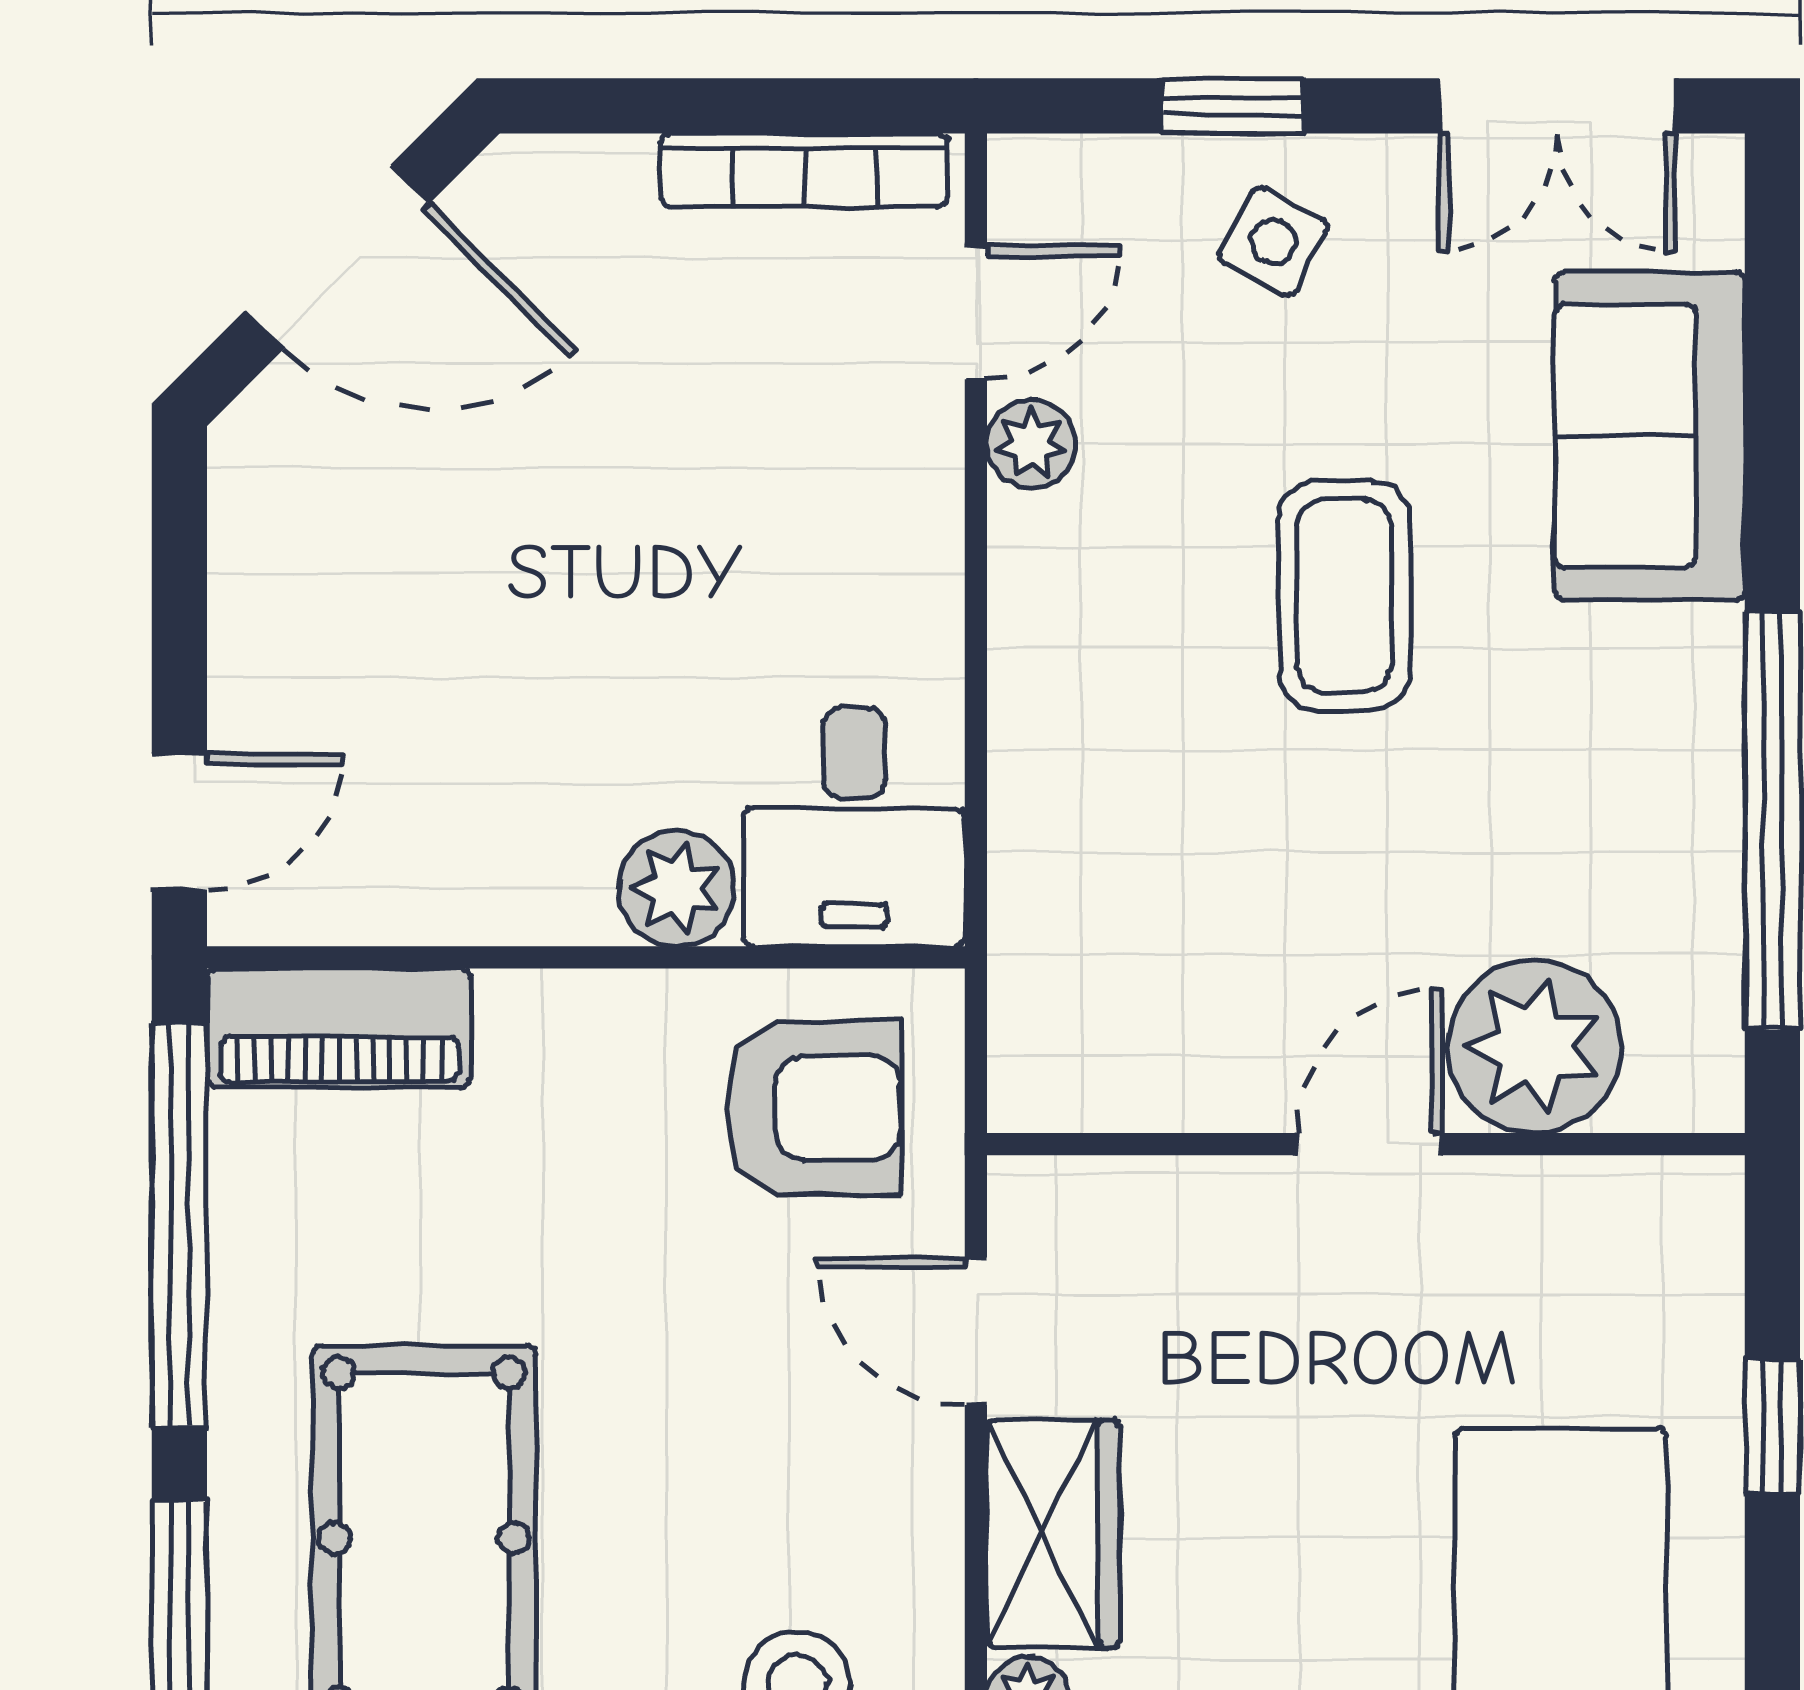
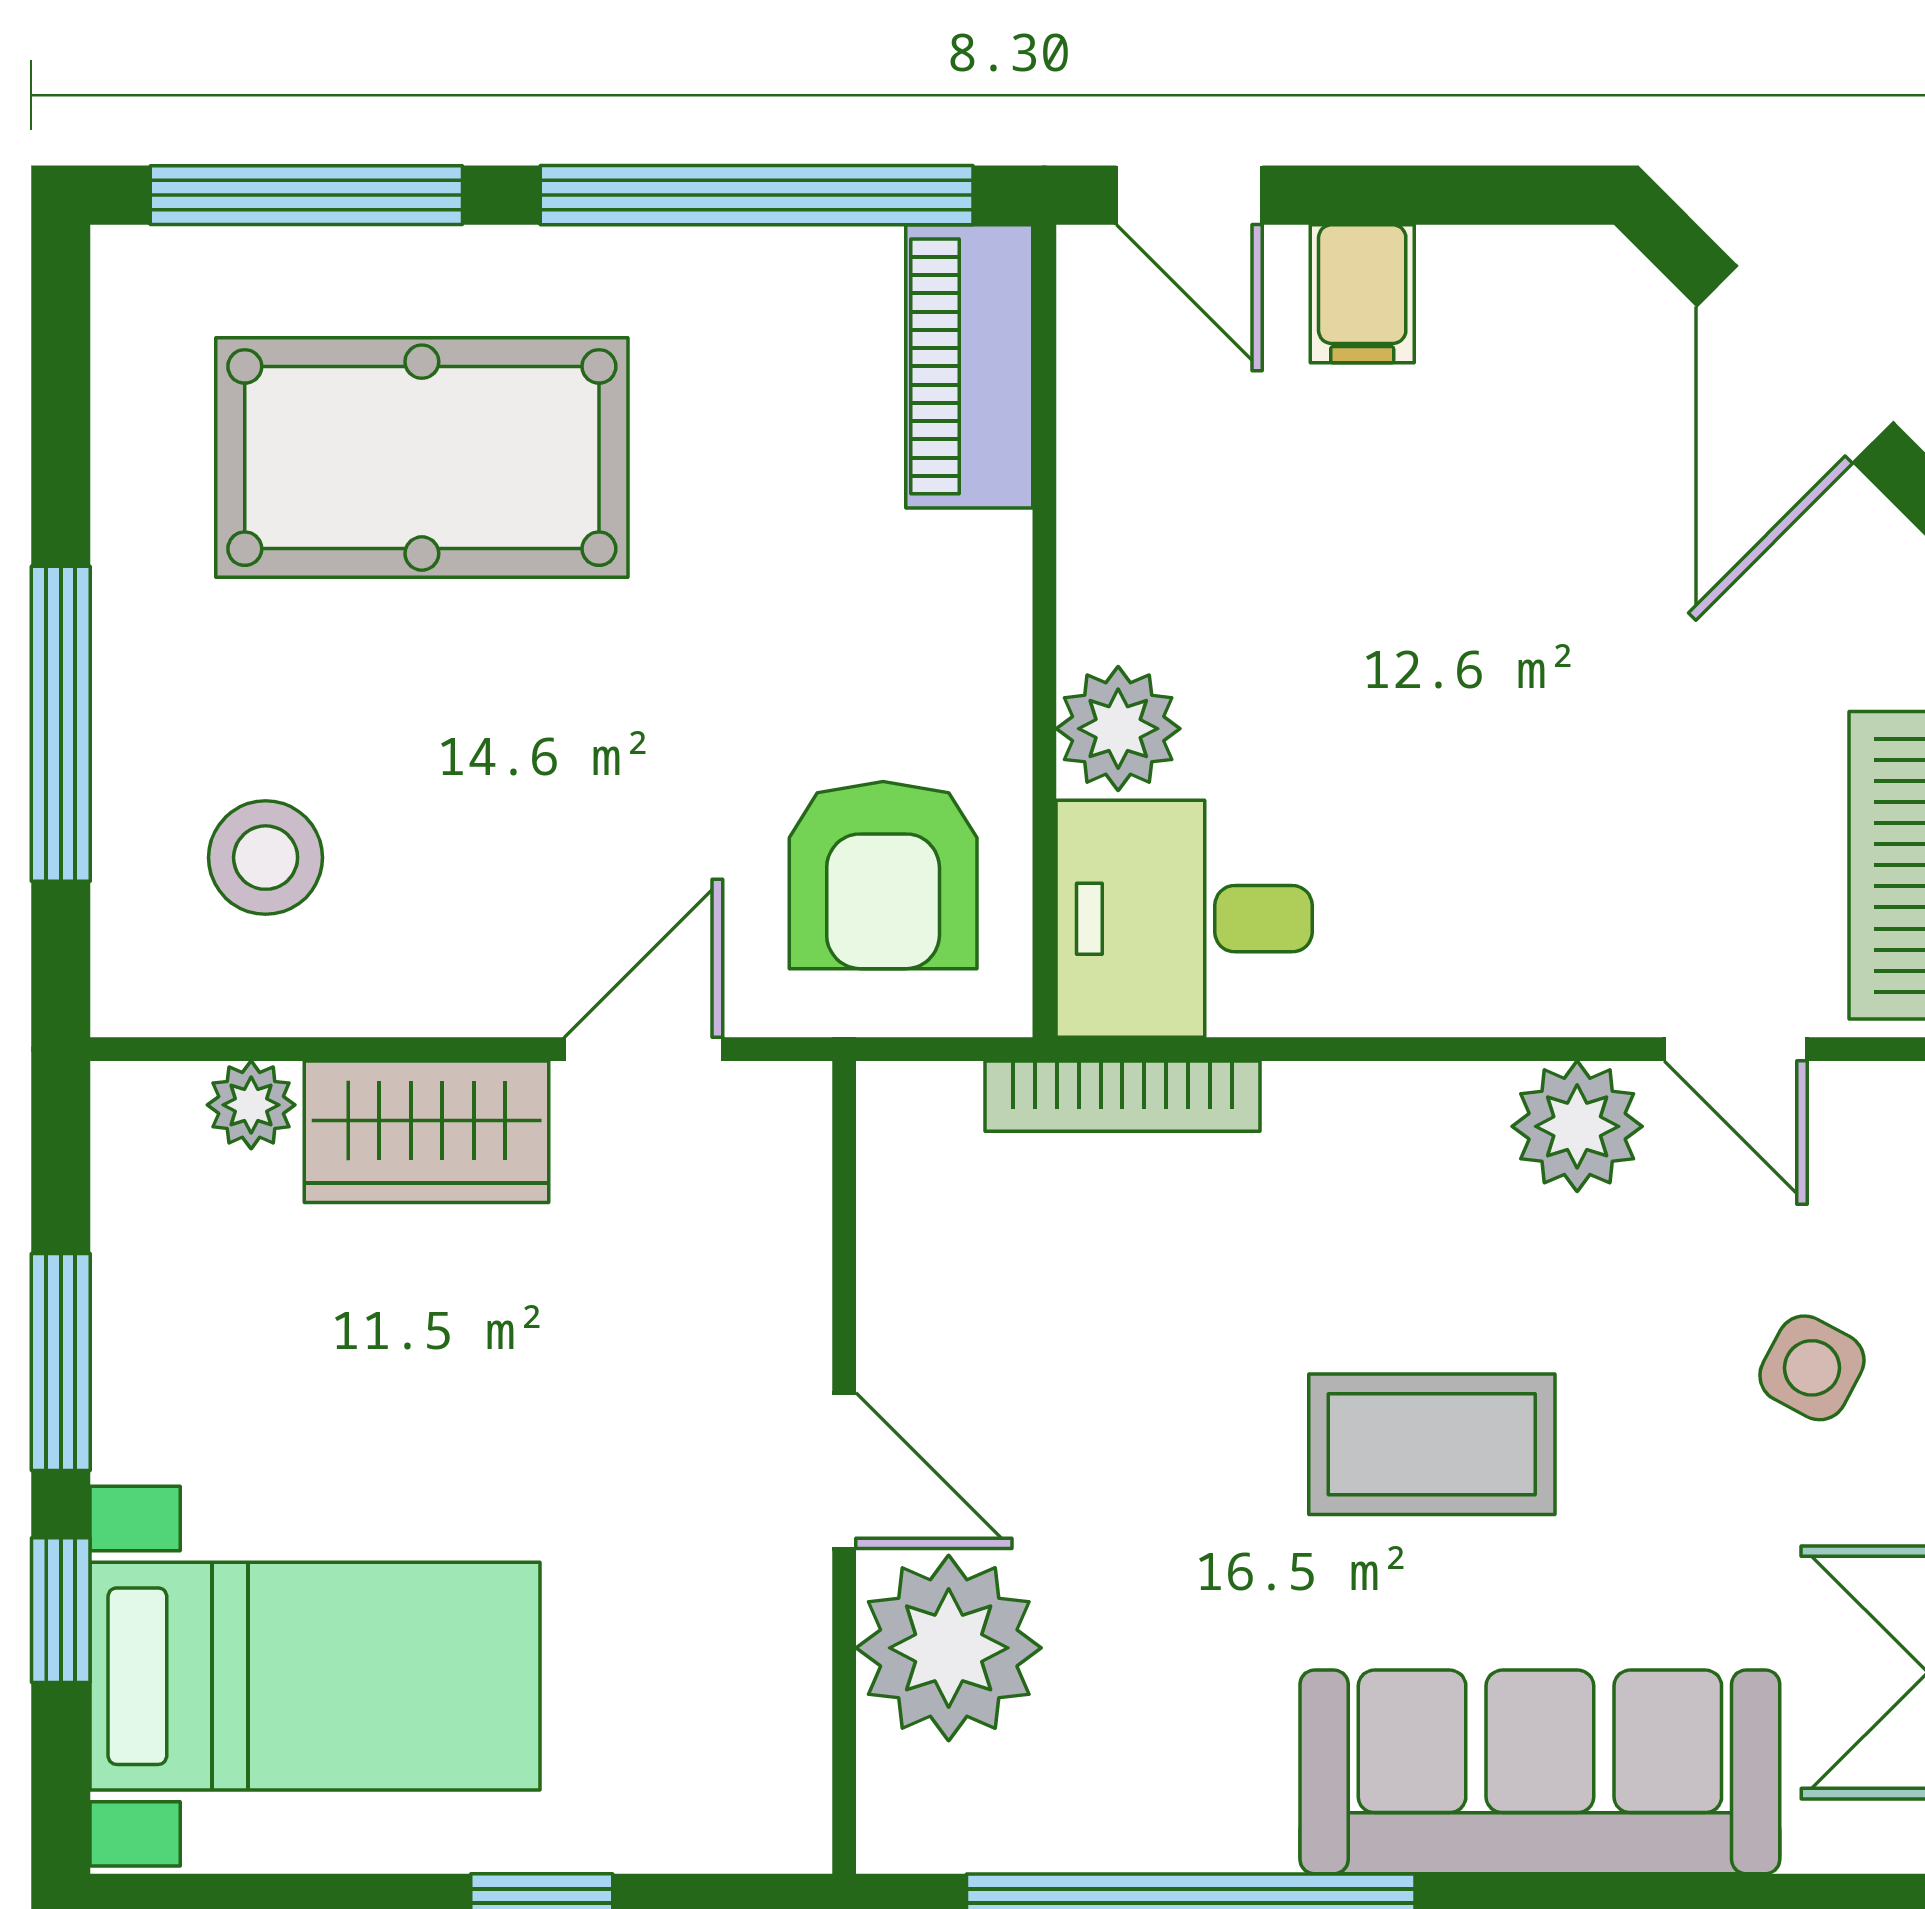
sofa: (1650, 436) -> (1540, 1772), width x1.36
plant: (1031, 444) -> (1577, 1126), width x1.38, depth x1.38
filing cabinet: (271, 661) -> (1362, 294), added
bookcase: (1020, 885) -> (1122, 1096), added

